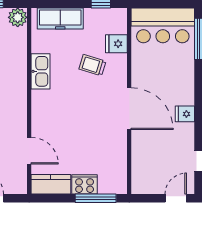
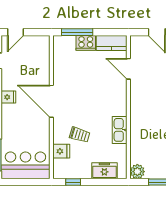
freezer: (60, 18) -> (104, 171), width x0.71

